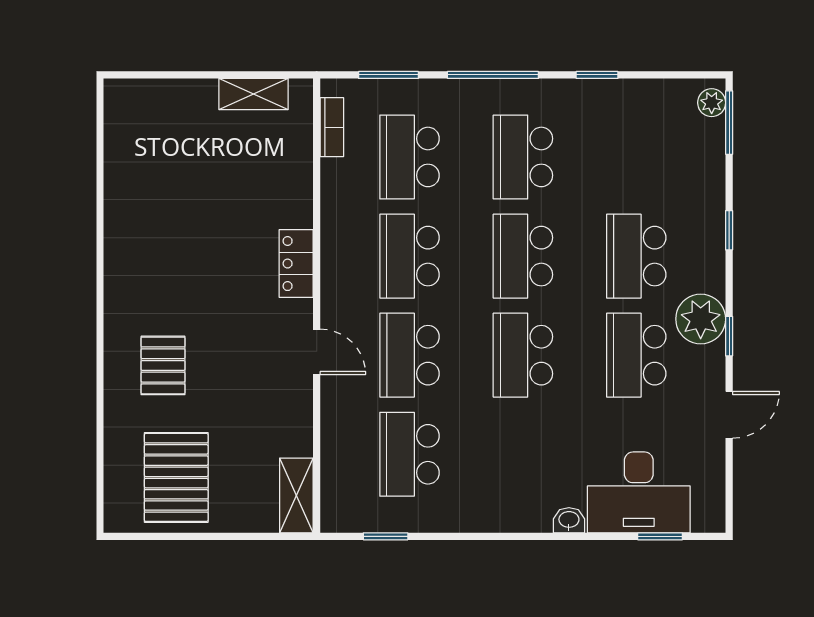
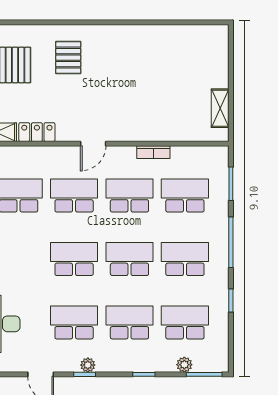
plant: (712, 103) -> (184, 365), moved
bookcase: (332, 127) -> (153, 152), moved
school desk: (636, 157) -> (185, 322), added
locker: (296, 264) -> (37, 132), moved
plant: (701, 319) -> (88, 365), width x0.53, depth x0.53
door: (317, 352) -> (93, 144), moved
pallet: (163, 365) -> (68, 58), turned 90

